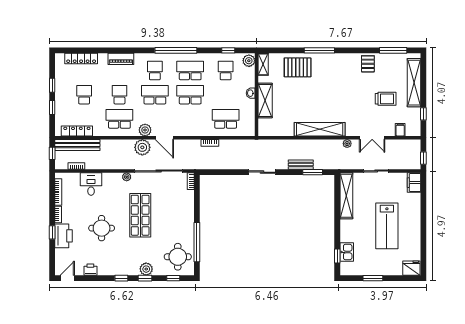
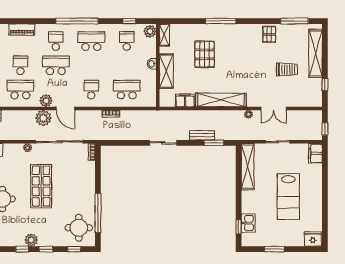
pallet: (298, 67) -> (205, 54), moved, turned 90
school desk: (190, 95) -> (91, 90), moved, width x0.54
filing cabinet: (400, 130) -> (185, 100), moved, width x2.00
plant: (146, 269) -> (31, 240), moved

